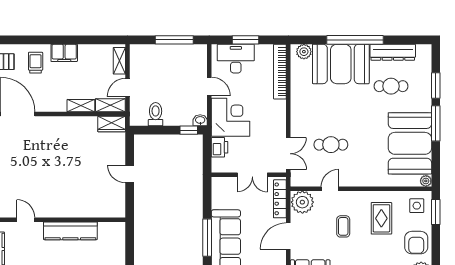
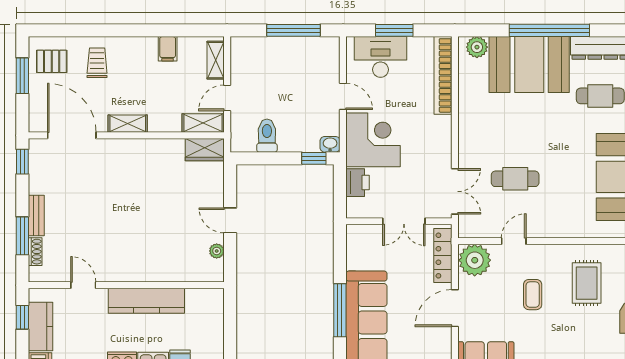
filing cabinet: (64, 53) -> (168, 49), moved, width x0.50
shelving: (81, 106) -> (128, 124), moved
plant: (120, 196) -> (217, 251), added

